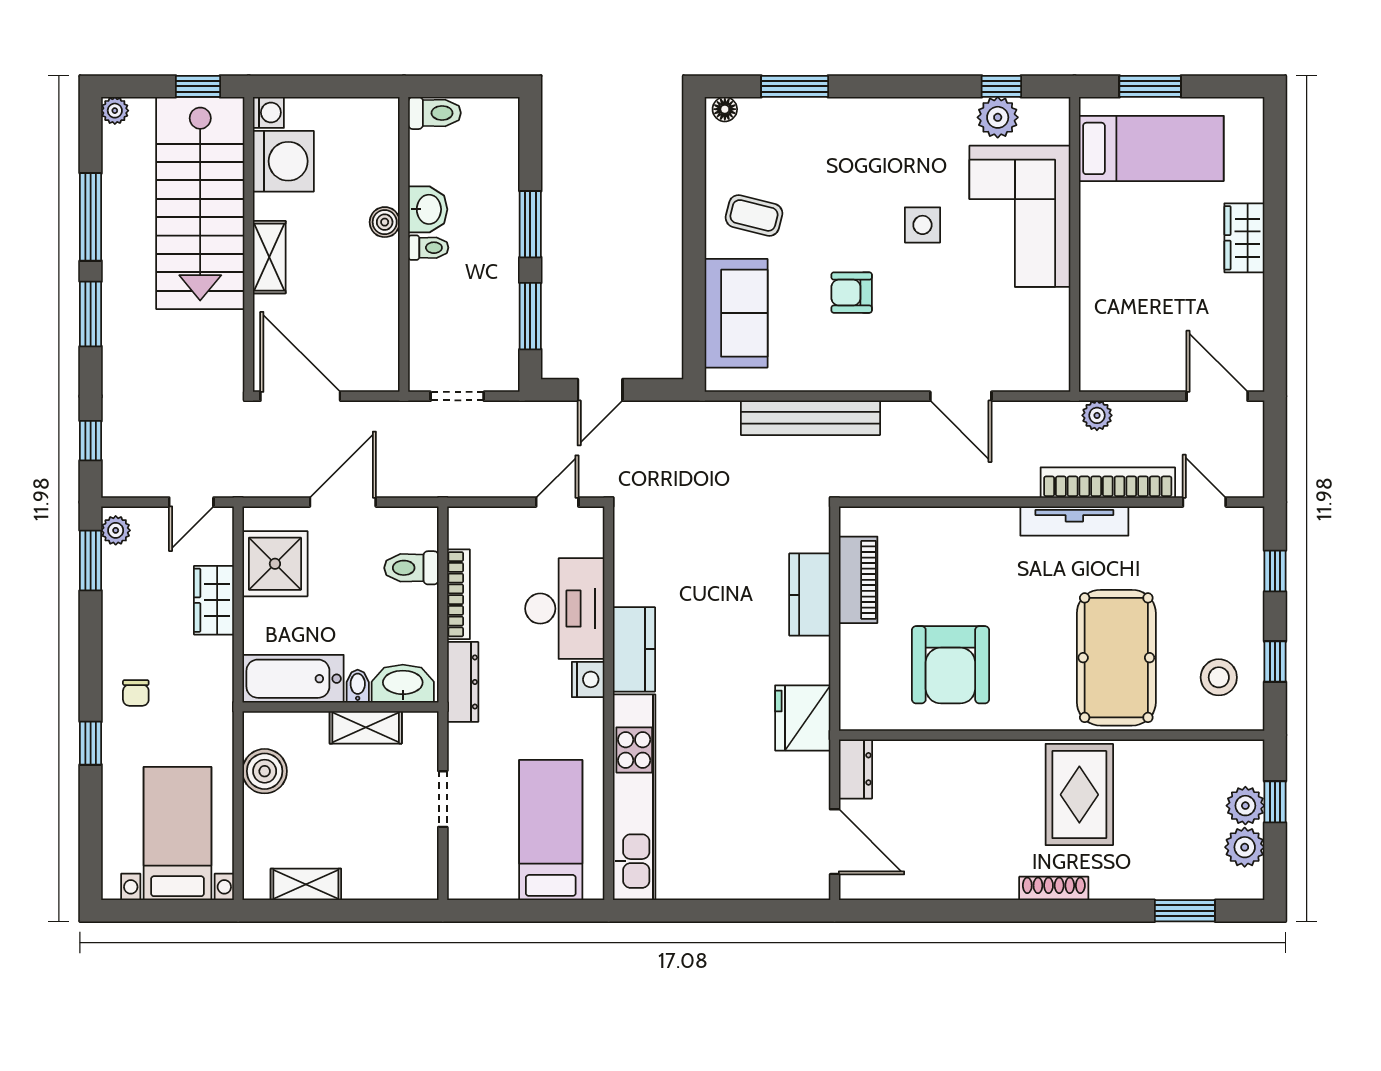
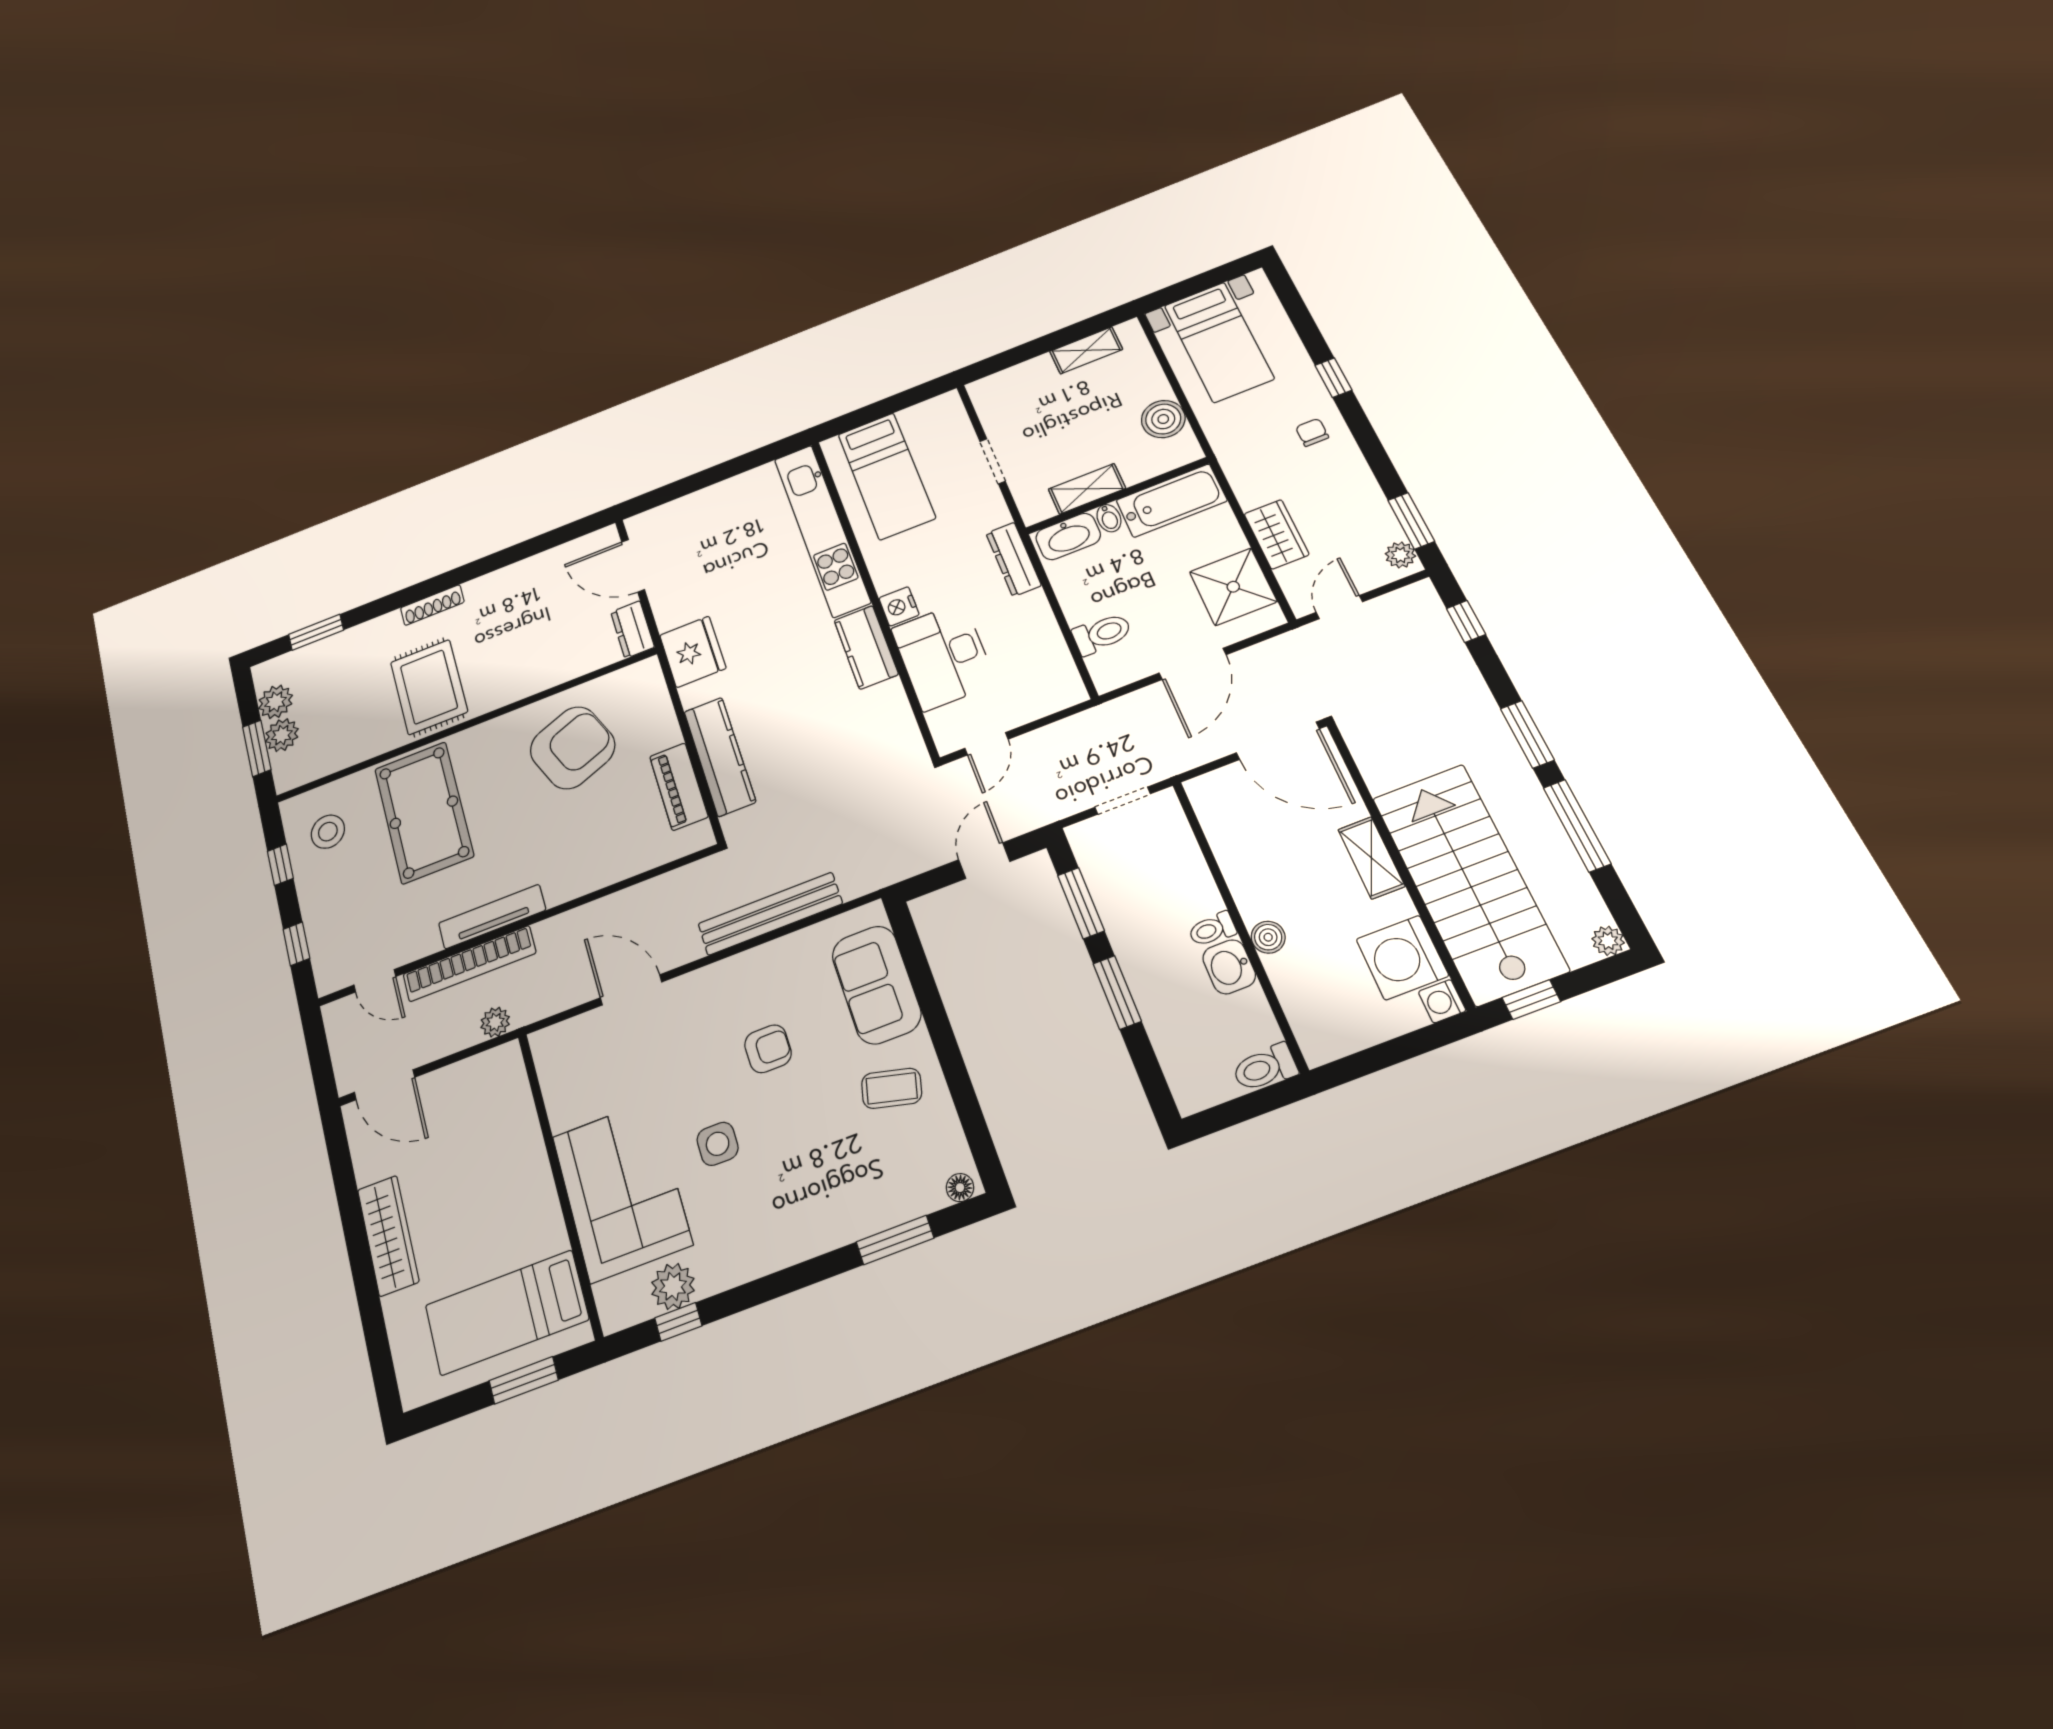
wardrobe: (1244, 238) -> (388, 1236), width x1.50
bookcase: (459, 594) -> (1048, 629), removed
kitchen counter: (810, 595) -> (720, 757), width x1.50
armchair: (950, 665) -> (573, 748), turned 68
window: (1275, 802) -> (257, 748), width x1.50

